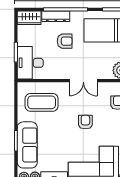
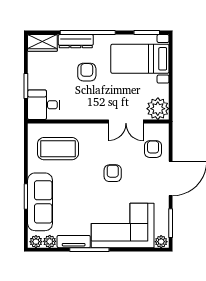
armchair: (65, 41) -> (87, 72), turned -90
desk: (30, 63) -> (44, 105), width x0.73
double door: (83, 81) -> (126, 121), moved

